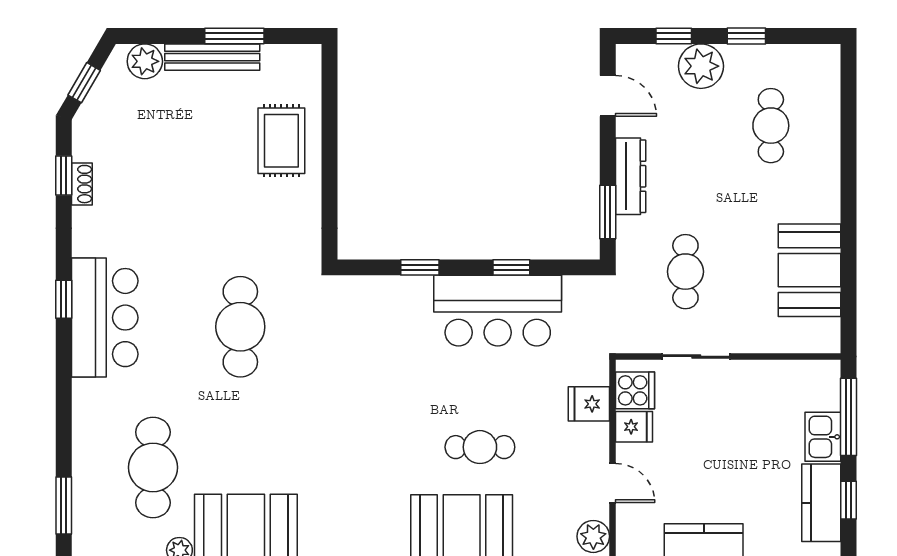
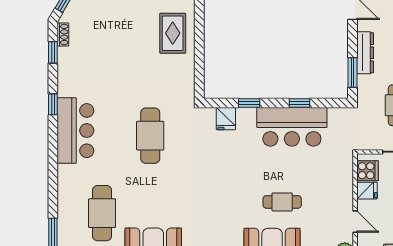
shoe rack: (82, 184) -> (63, 34), moved
window: (64, 299) -> (53, 104), moved
fridge: (589, 404) -> (226, 119), moved, turned -90

